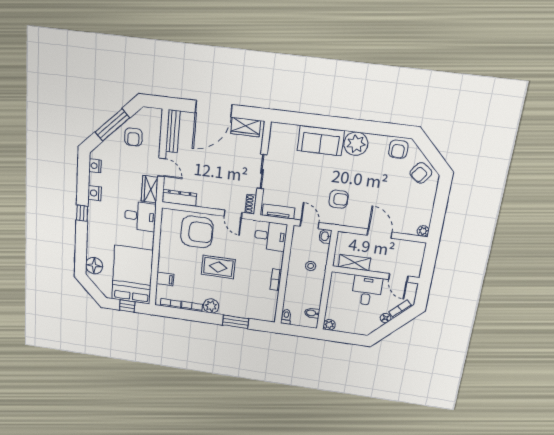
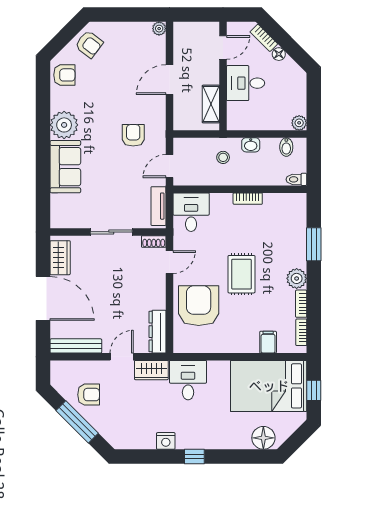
nightstand: (95, 166) -> (131, 442), removed
washbasin: (325, 236) -> (251, 145), moved

